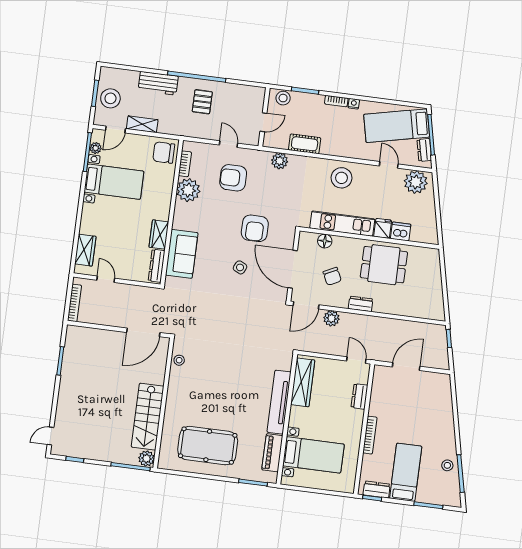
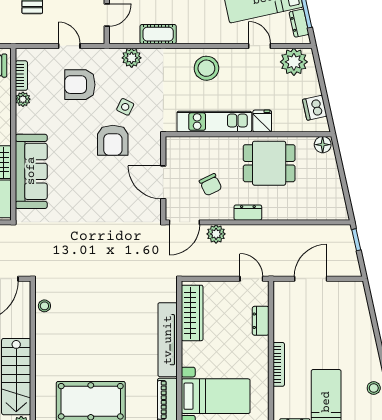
plant: (188, 190) -> (23, 99), width x0.53, depth x0.53
dishwasher: (401, 232) -> (315, 108), moved, turned -102
floor lamp: (325, 241) -> (323, 145), moved
sofa: (182, 254) -> (31, 171), width x1.36
side table: (240, 267) -> (125, 107), moved
door: (293, 269) -> (163, 182), width x0.73

